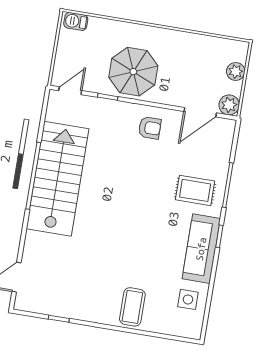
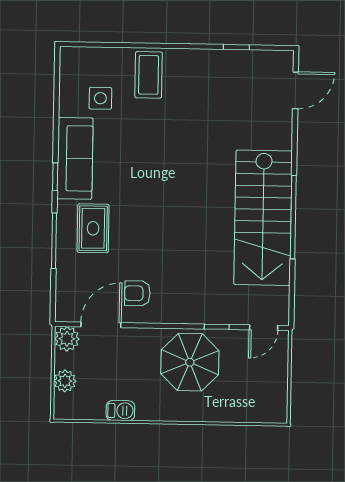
barbecue: (76, 21) -> (120, 411), moved
armchair: (150, 128) -> (137, 293), moved
rug: (195, 190) -> (93, 228), turned 90
side table: (188, 299) -> (100, 98), moved

